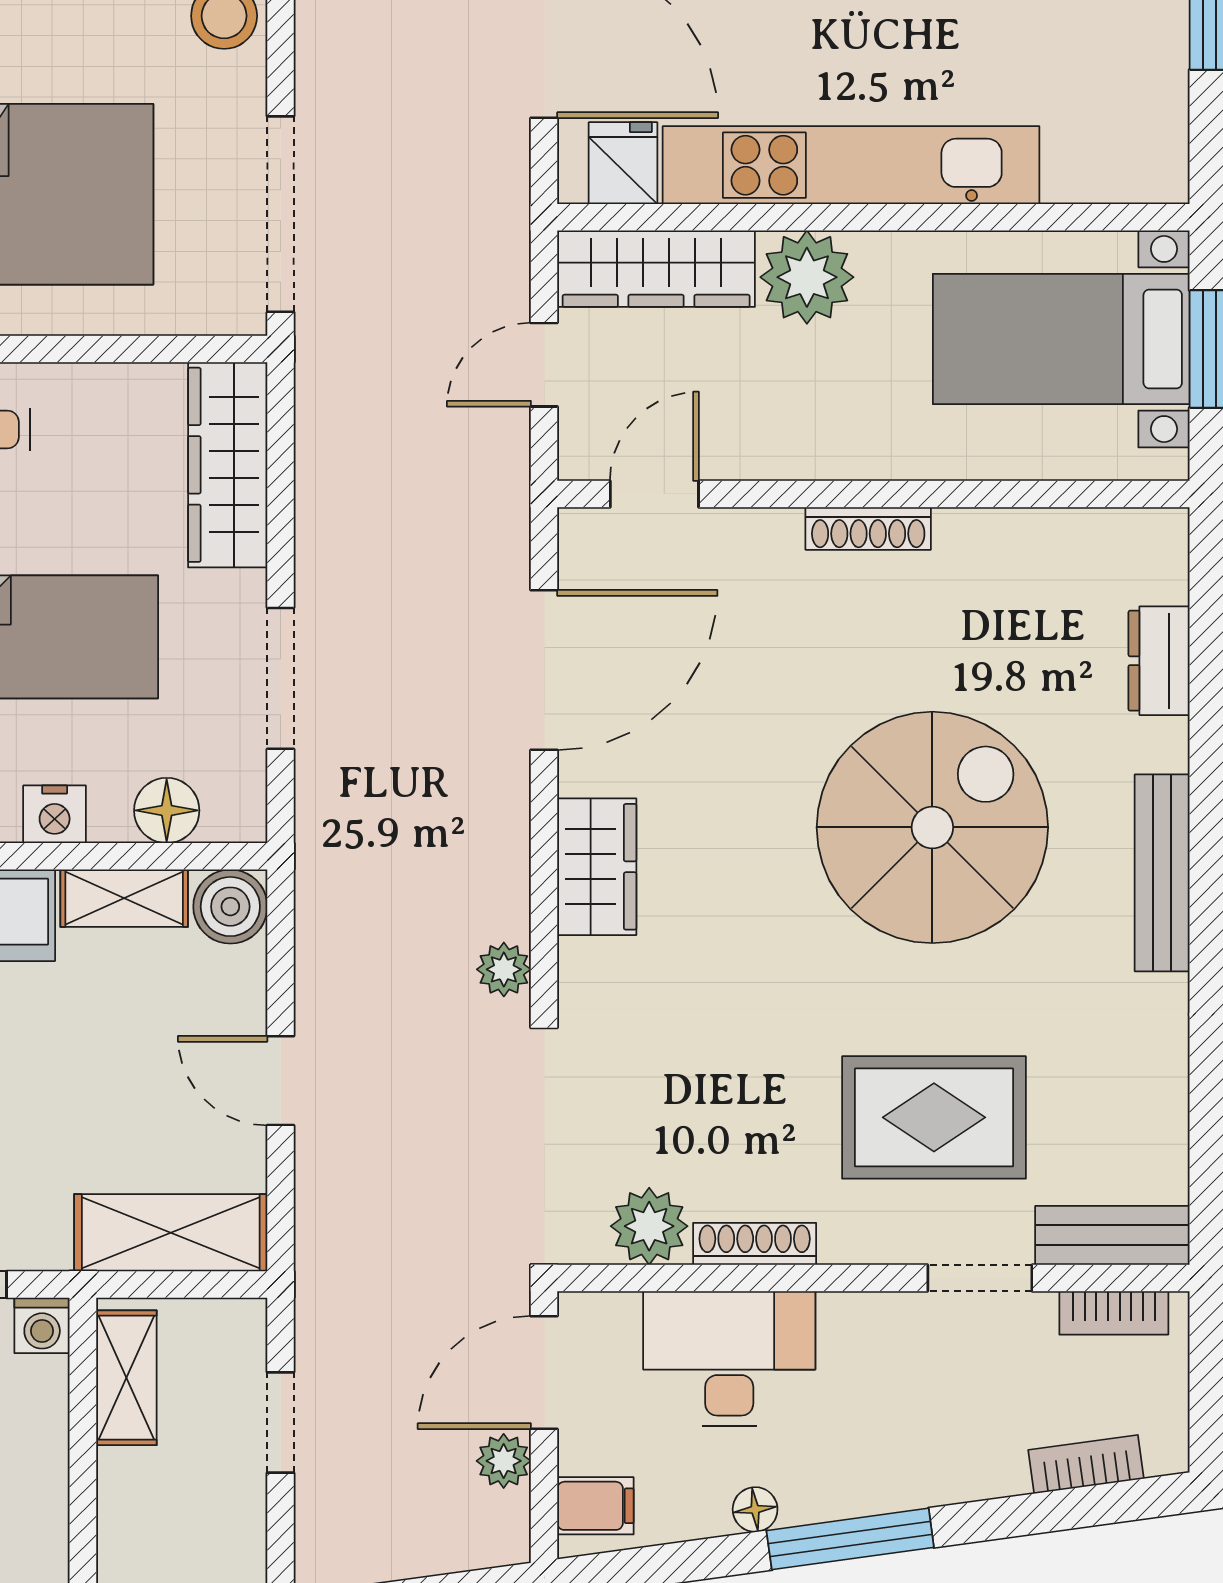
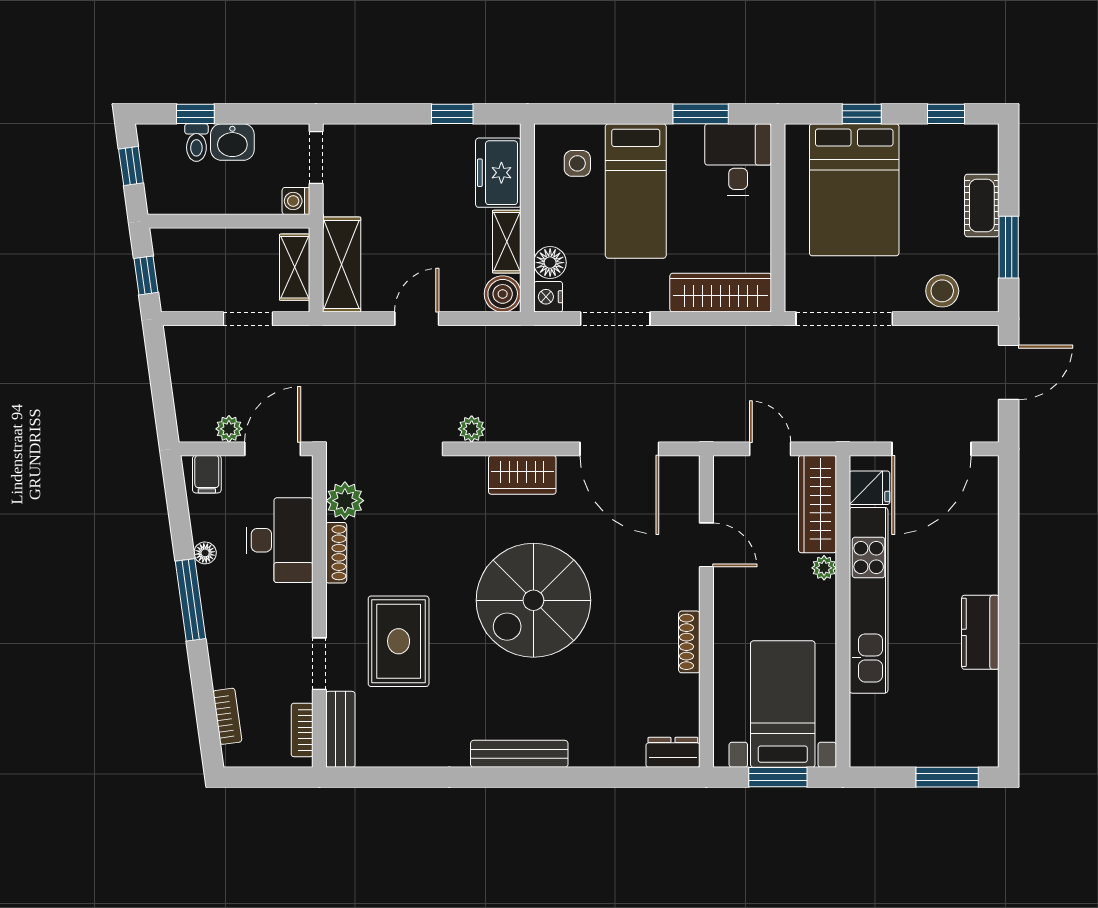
plant: (807, 277) -> (824, 568), width x0.53, depth x0.53
door: (654, 494) -> (706, 545), moved
shoe rack: (868, 528) -> (689, 642), moved
dresser: (1159, 661) -> (673, 752), moved
nightstand: (55, 814) -> (548, 297), moved
spiral stairs: (932, 827) -> (533, 600), moved, turned 90
door: (544, 1373) -> (273, 449), hinge flipped
shelving: (126, 1378) -> (295, 267), moved, turned 90

